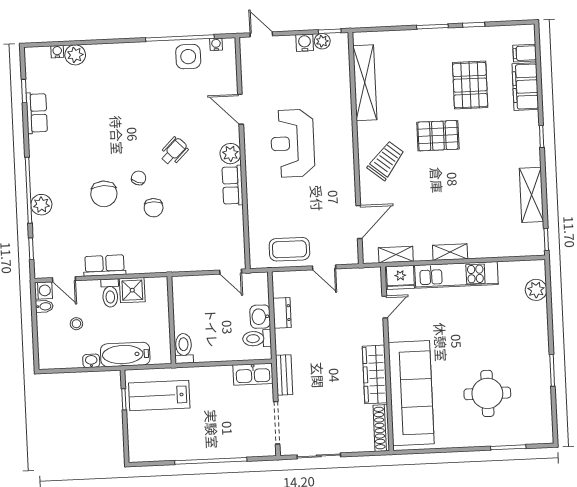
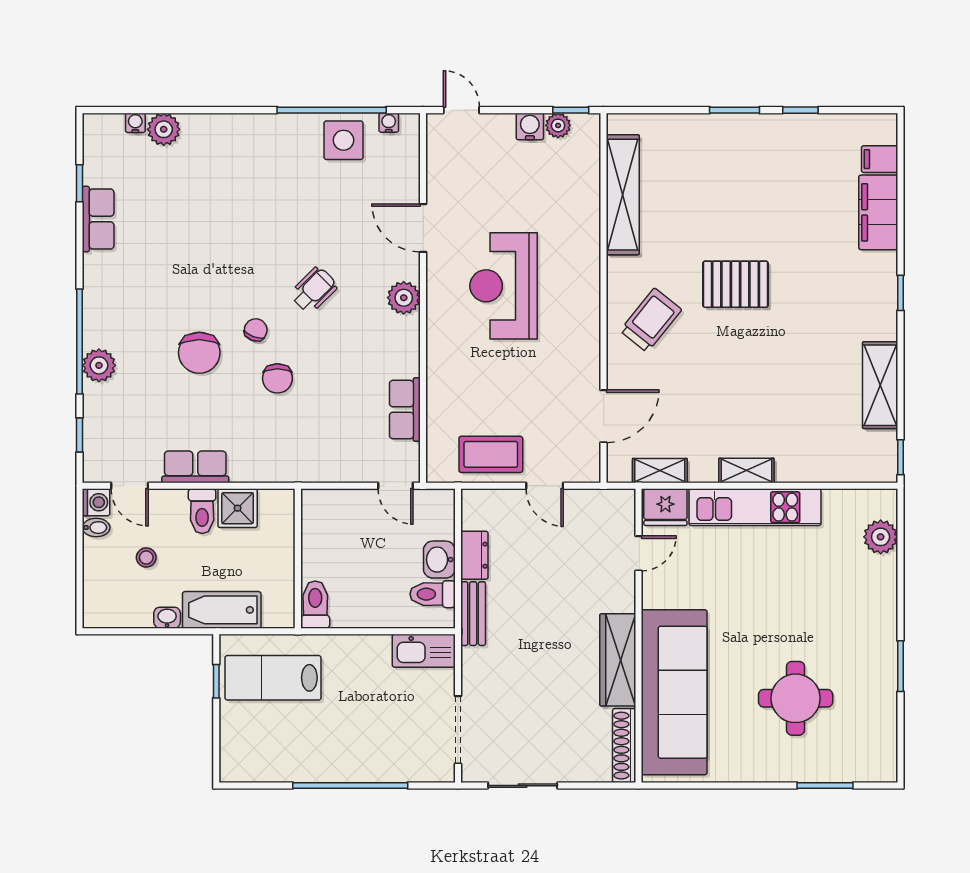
pallet: (470, 85) -> (790, 206), removed
row of seats: (233, 185) -> (405, 410), moved
bench: (284, 375) -> (473, 614), moved

